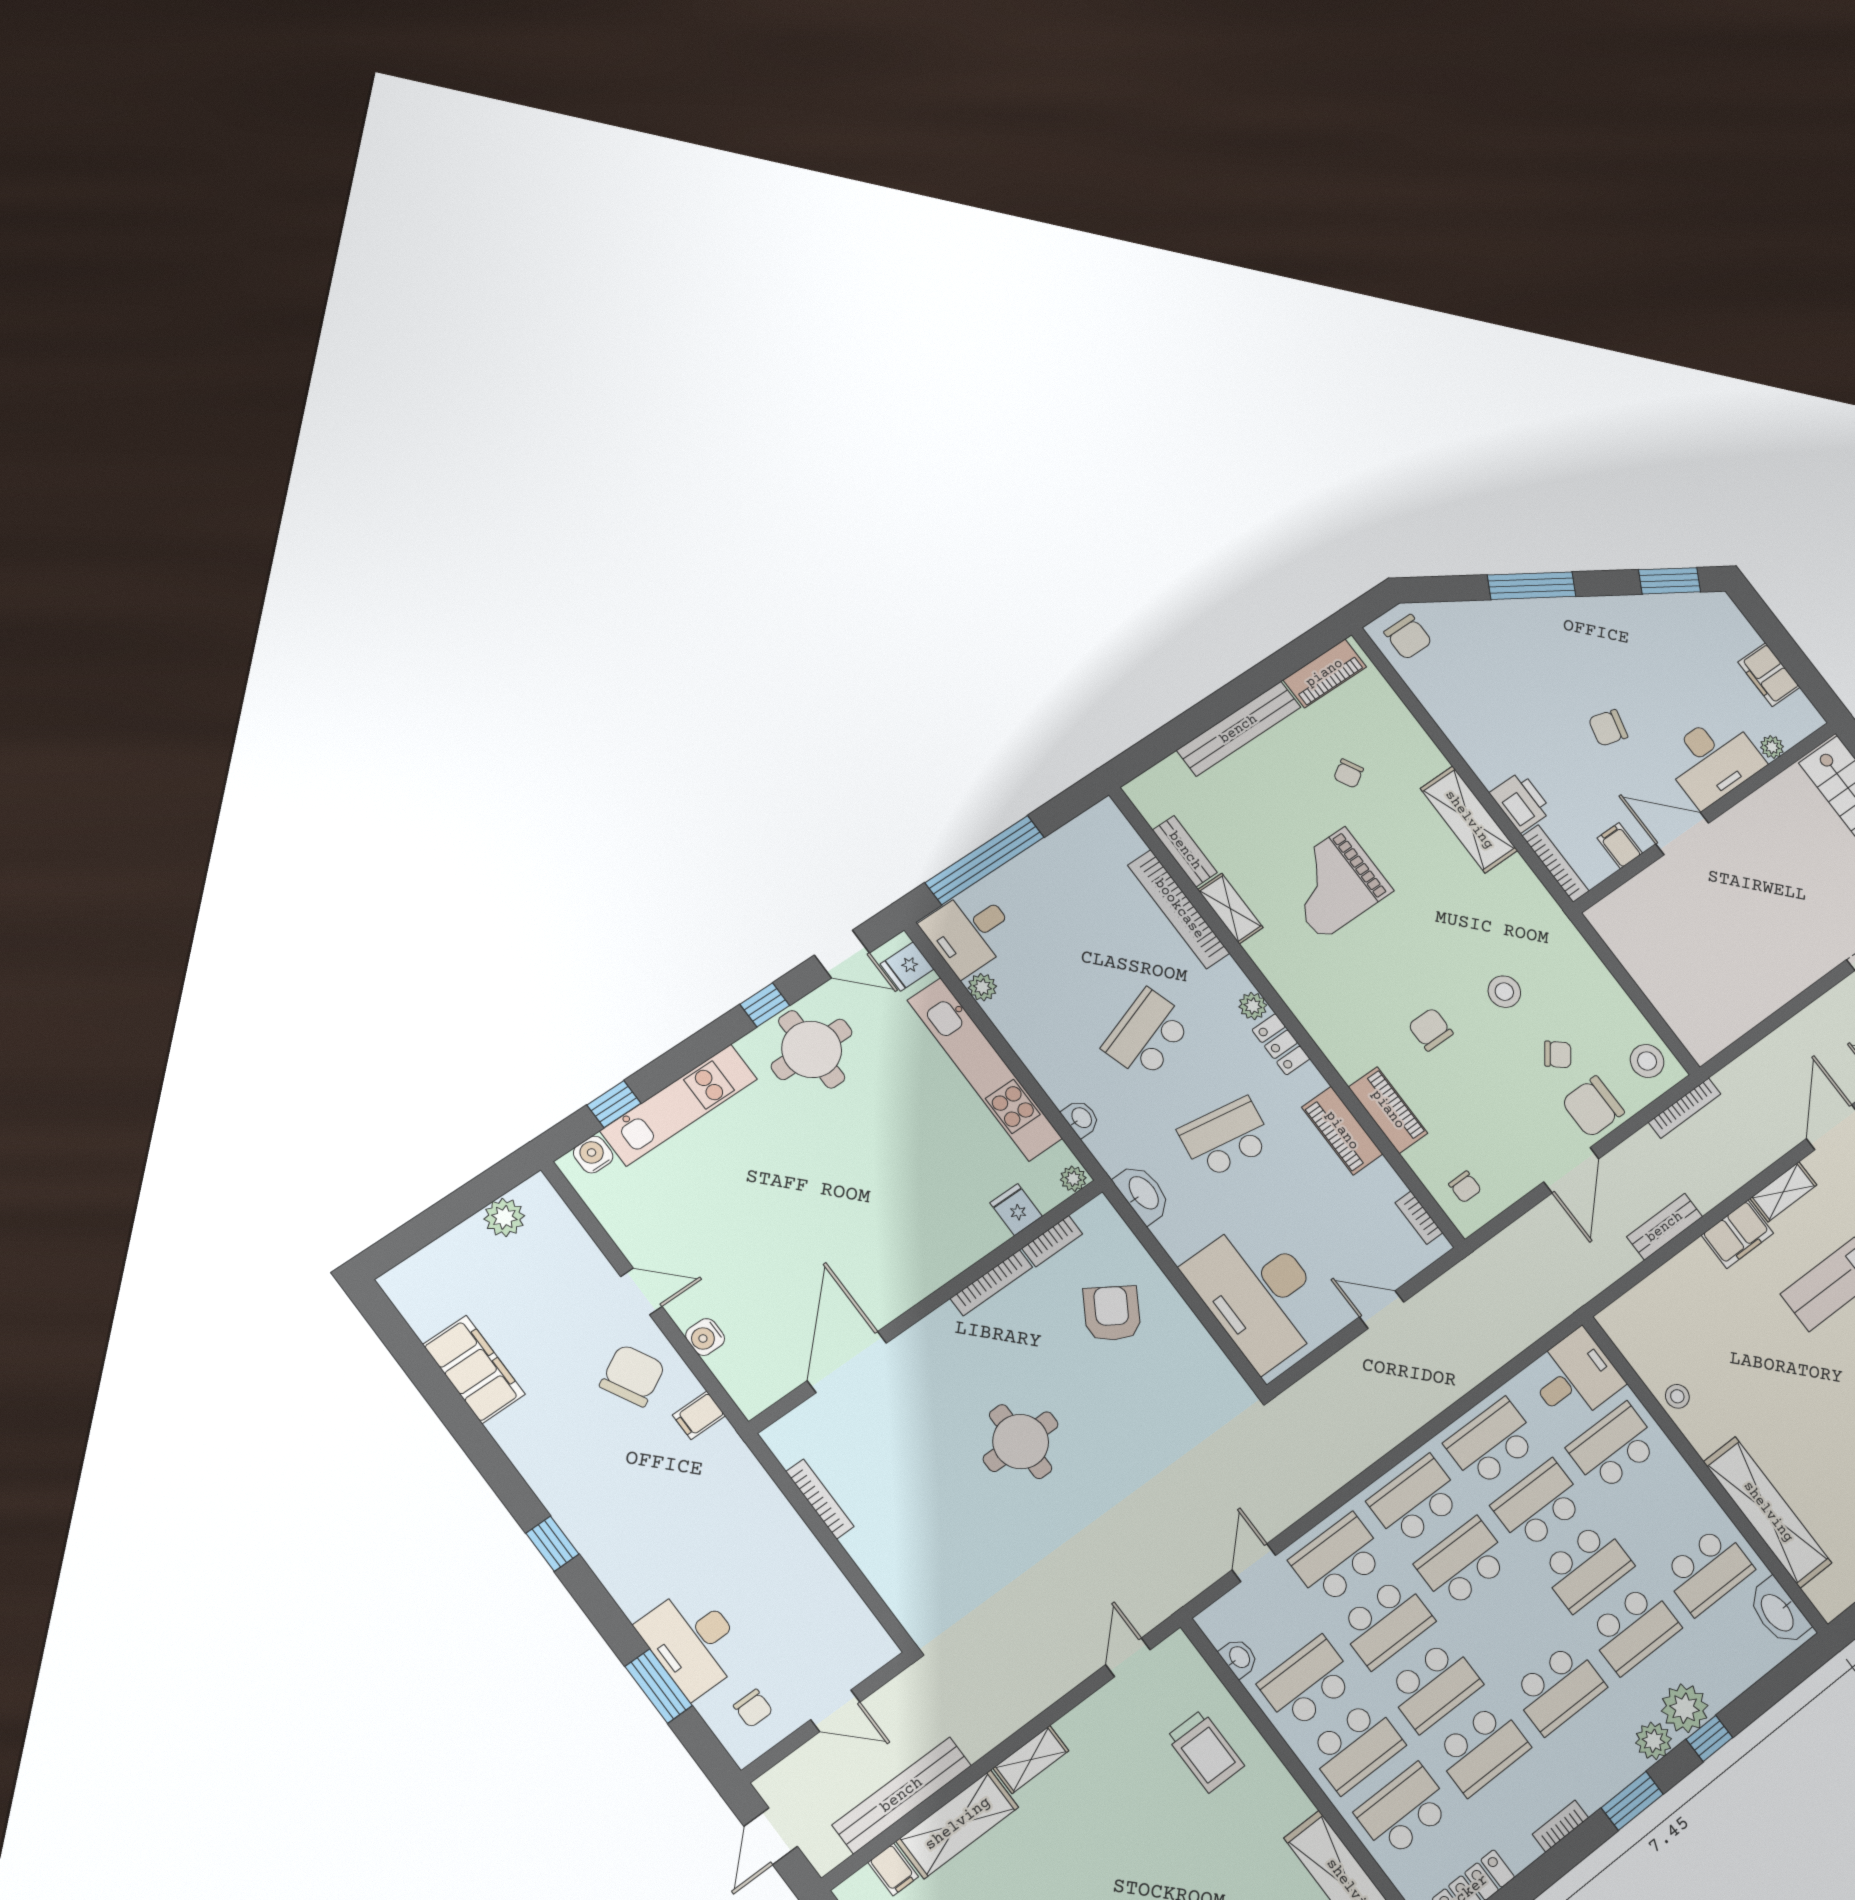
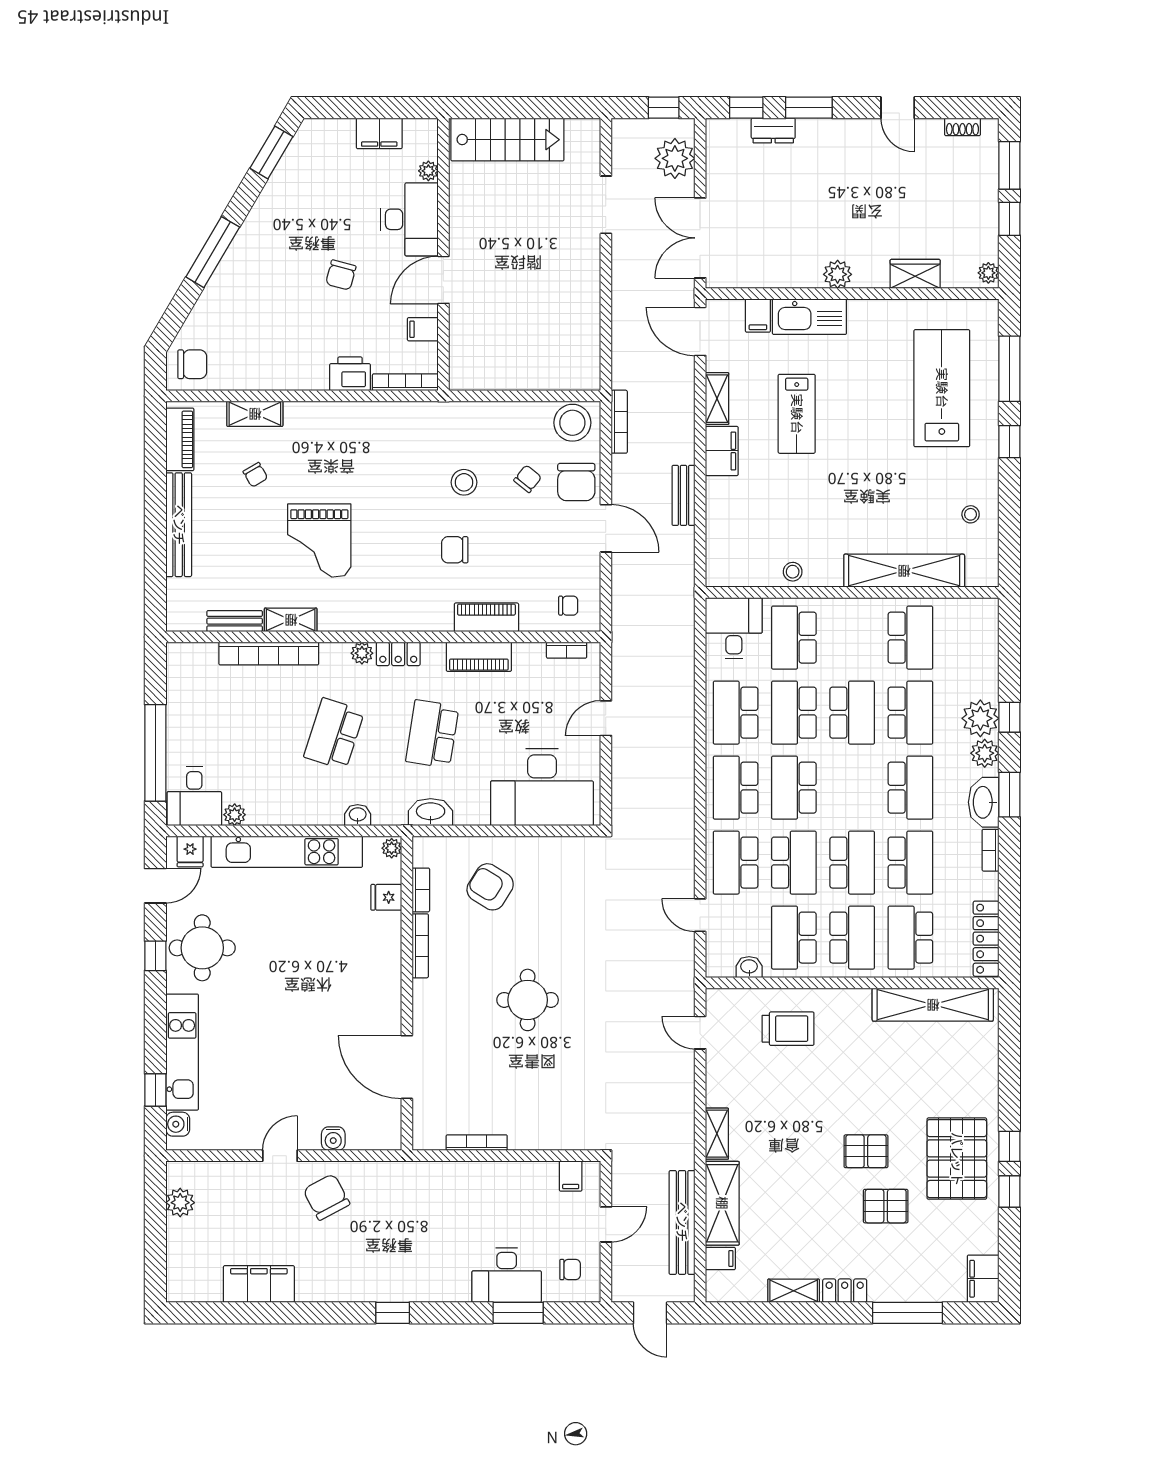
shelving: (1469, 820) -> (255, 414), moved, width x0.67, depth x0.75
school desk: (1147, 1034) -> (334, 734), turned 36
stool: (1647, 1061) -> (572, 423), width x1.38, depth x1.38
filing cabinet: (699, 1415) -> (571, 1176), moved
washbasin: (1778, 1612) -> (984, 802), moved, turned 90

